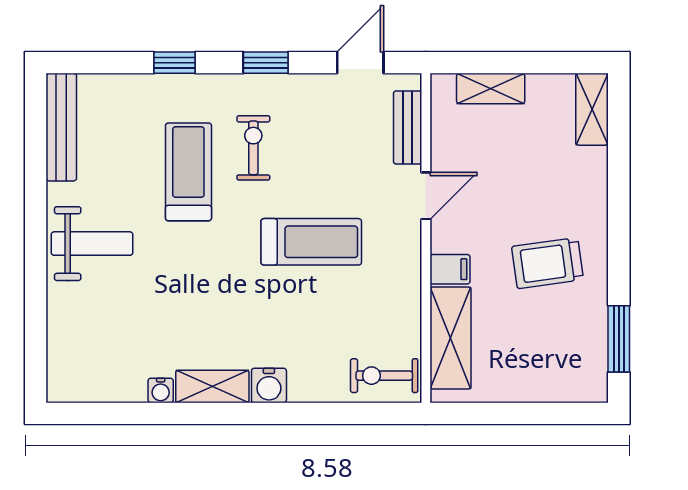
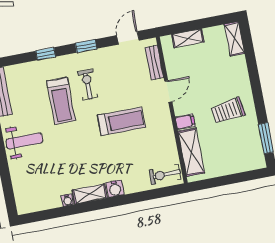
treadmill: (188, 172) -> (61, 101), turned 180

